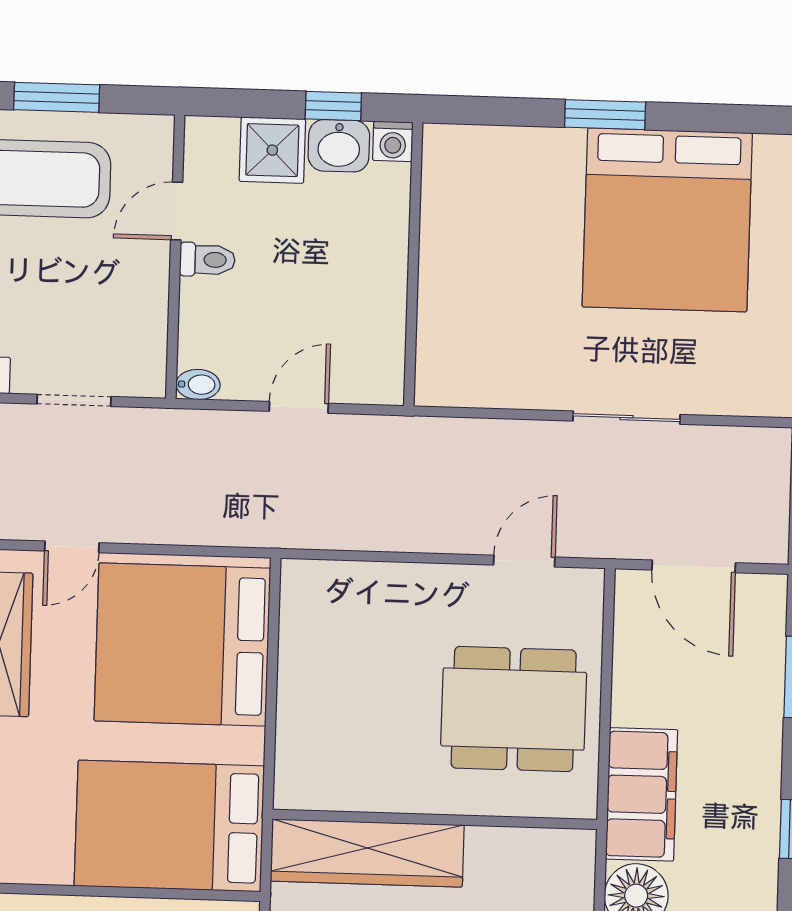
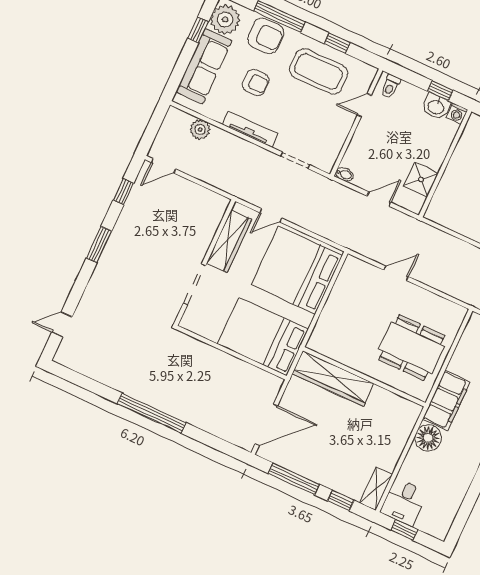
window: (57, 97) -> (337, 43), width x0.67
shower: (272, 150) -> (421, 180), moved
toilet: (207, 260) -> (390, 86), moved, turned 90
door: (524, 561) -> (396, 273), moved

